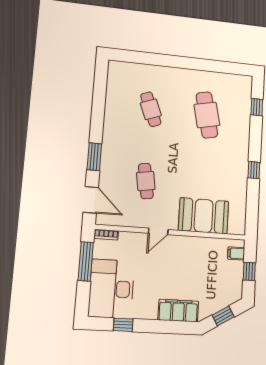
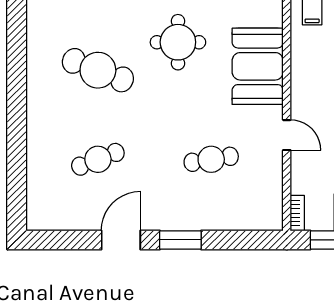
cafe table: (207, 115) -> (98, 70), turned 33
round table: (221, 166) -> (178, 42), added
door: (91, 200) -> (121, 240), moved

